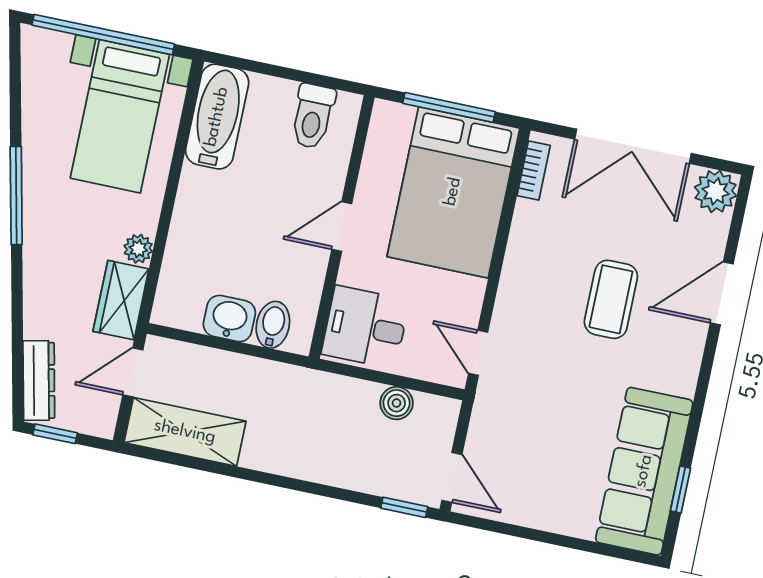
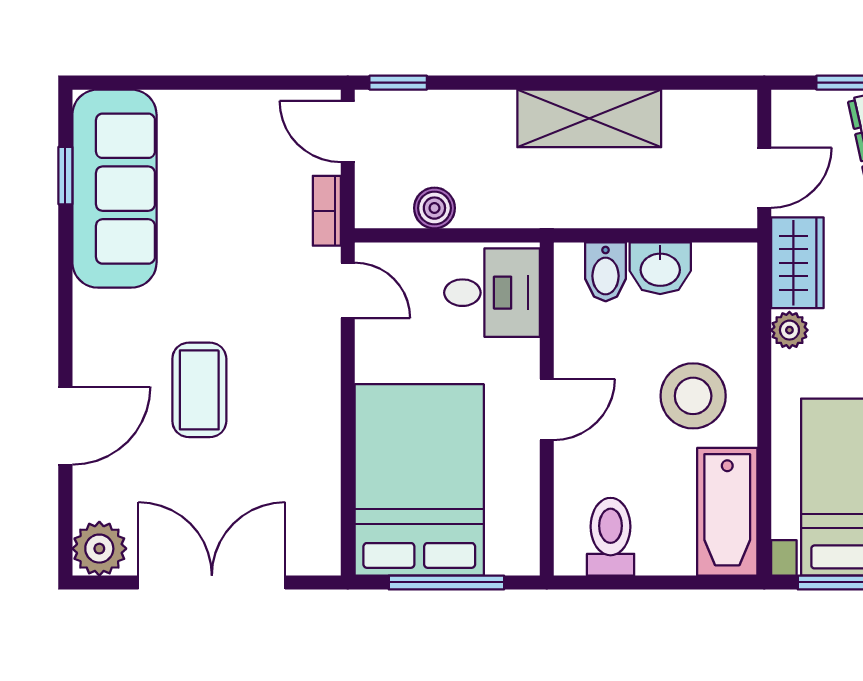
bookcase: (534, 171) -> (327, 211), moved
stool: (225, 213) -> (693, 396), added
shelving: (185, 432) -> (589, 118), moved

